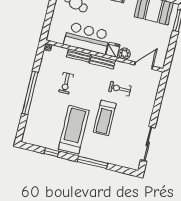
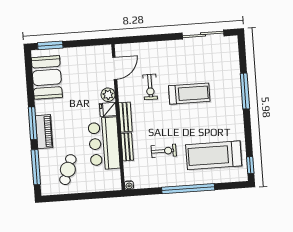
door: (144, 66) -> (115, 68), swing flipped
treadmill: (74, 130) -> (214, 155), moved
window: (52, 152) -> (250, 165), moved

